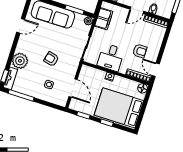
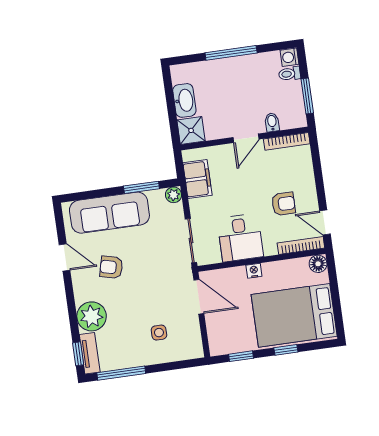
door: (21, 26) -> (65, 257), hinge flipped
armchair: (51, 59) -> (111, 267), moved
door: (73, 88) -> (199, 297), moved

